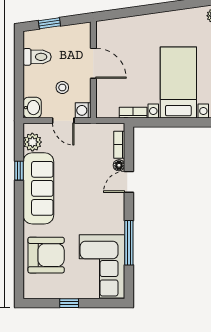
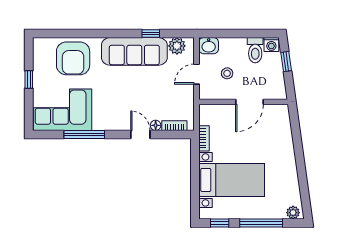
washing machine: (83, 110) -> (271, 45), moved, turned 180

